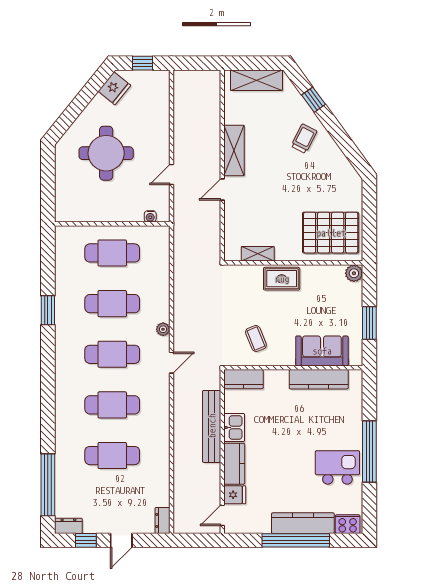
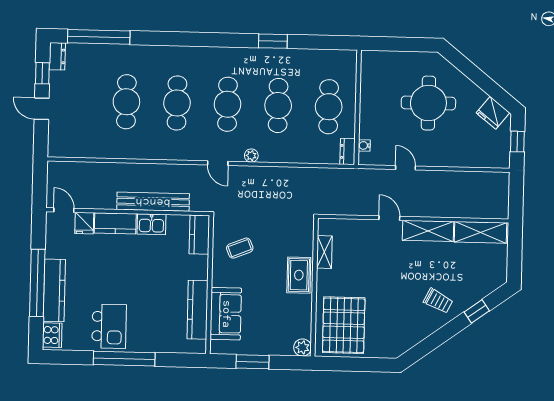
shelving: (256, 80) -> (481, 232), moved, turned 90
dresser: (162, 520) -> (348, 152), moved, turned -90

